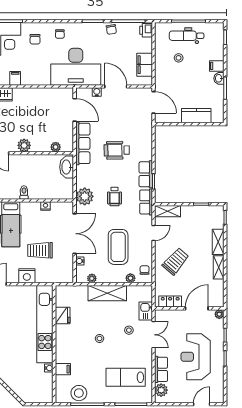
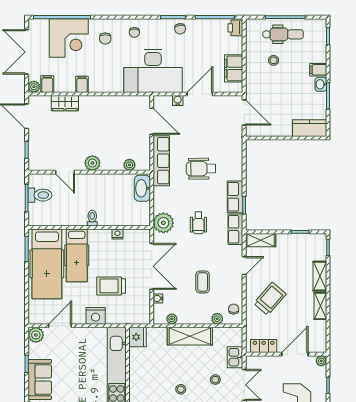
chair: (111, 29) -> (180, 29), moved
dental chair: (187, 36) -> (283, 34), turned 180
door: (116, 87) -> (200, 94), hinge flipped
kitchen counter: (196, 116) -> (310, 128), moved
coffee table: (118, 247) -> (203, 282), width x0.54, depth x0.58
fridge: (63, 316) -> (137, 337), moved

